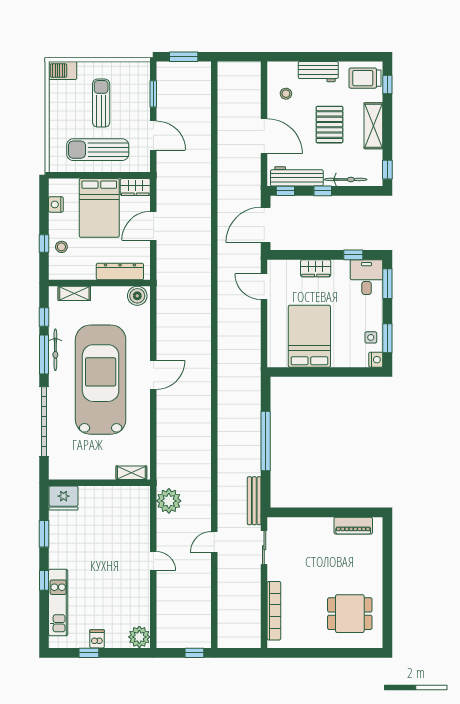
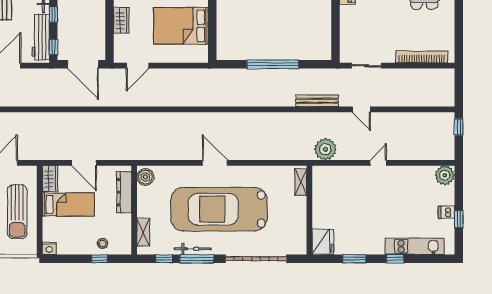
nightstand: (56, 204) -> (49, 248), moved
bed: (99, 208) -> (68, 204), width x0.67
bench: (254, 501) -> (317, 101), moved

